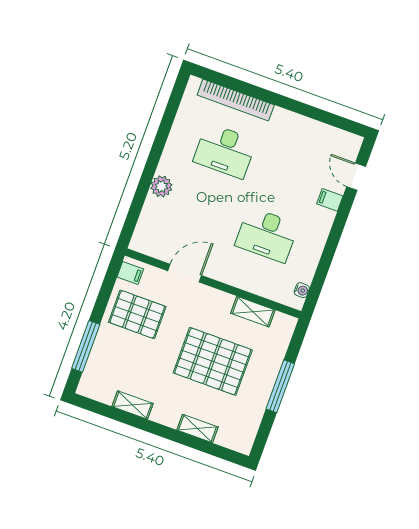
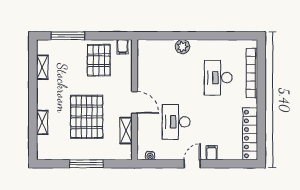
locker: (323, 134) -> (250, 134), added
door: (356, 177) -> (192, 164), moved
door: (185, 273) -> (135, 102), moved
shelving: (133, 405) -> (42, 67), moved

